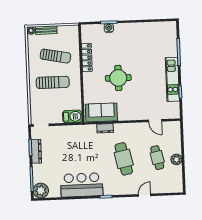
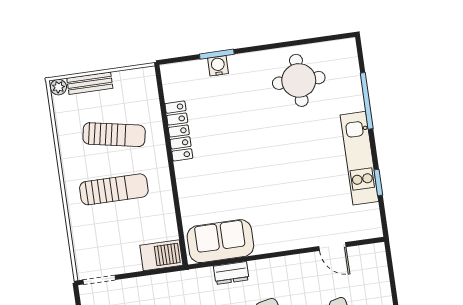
round table: (118, 78) -> (299, 80), moved

